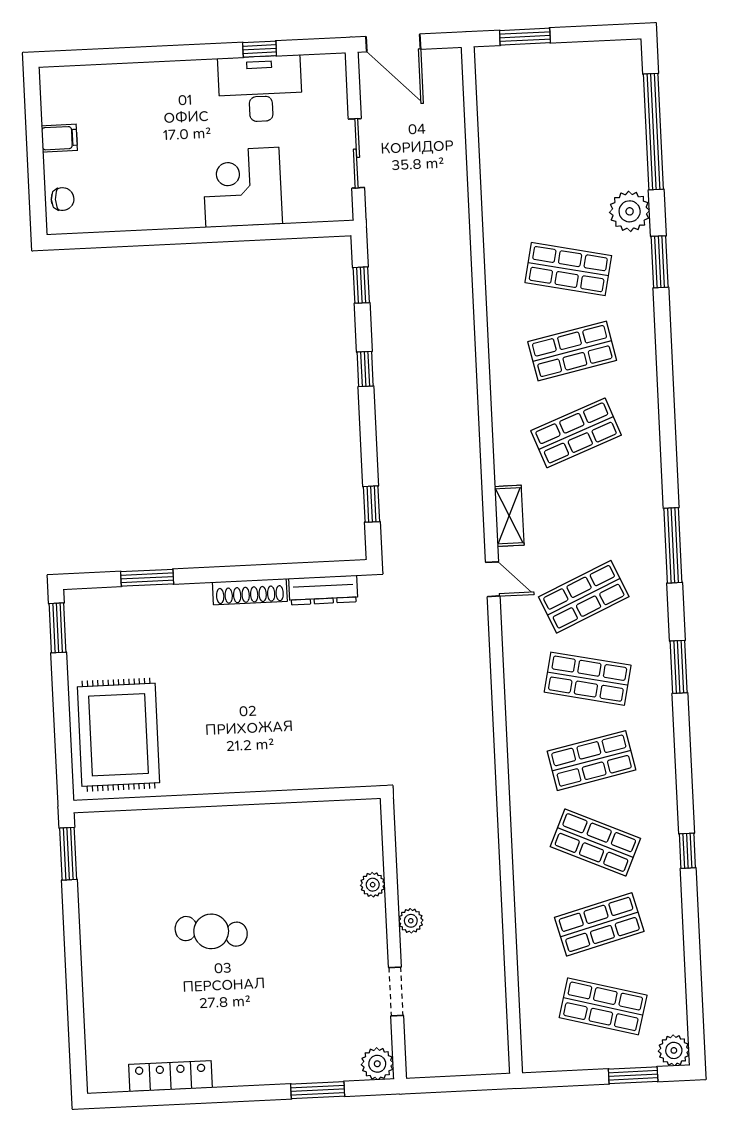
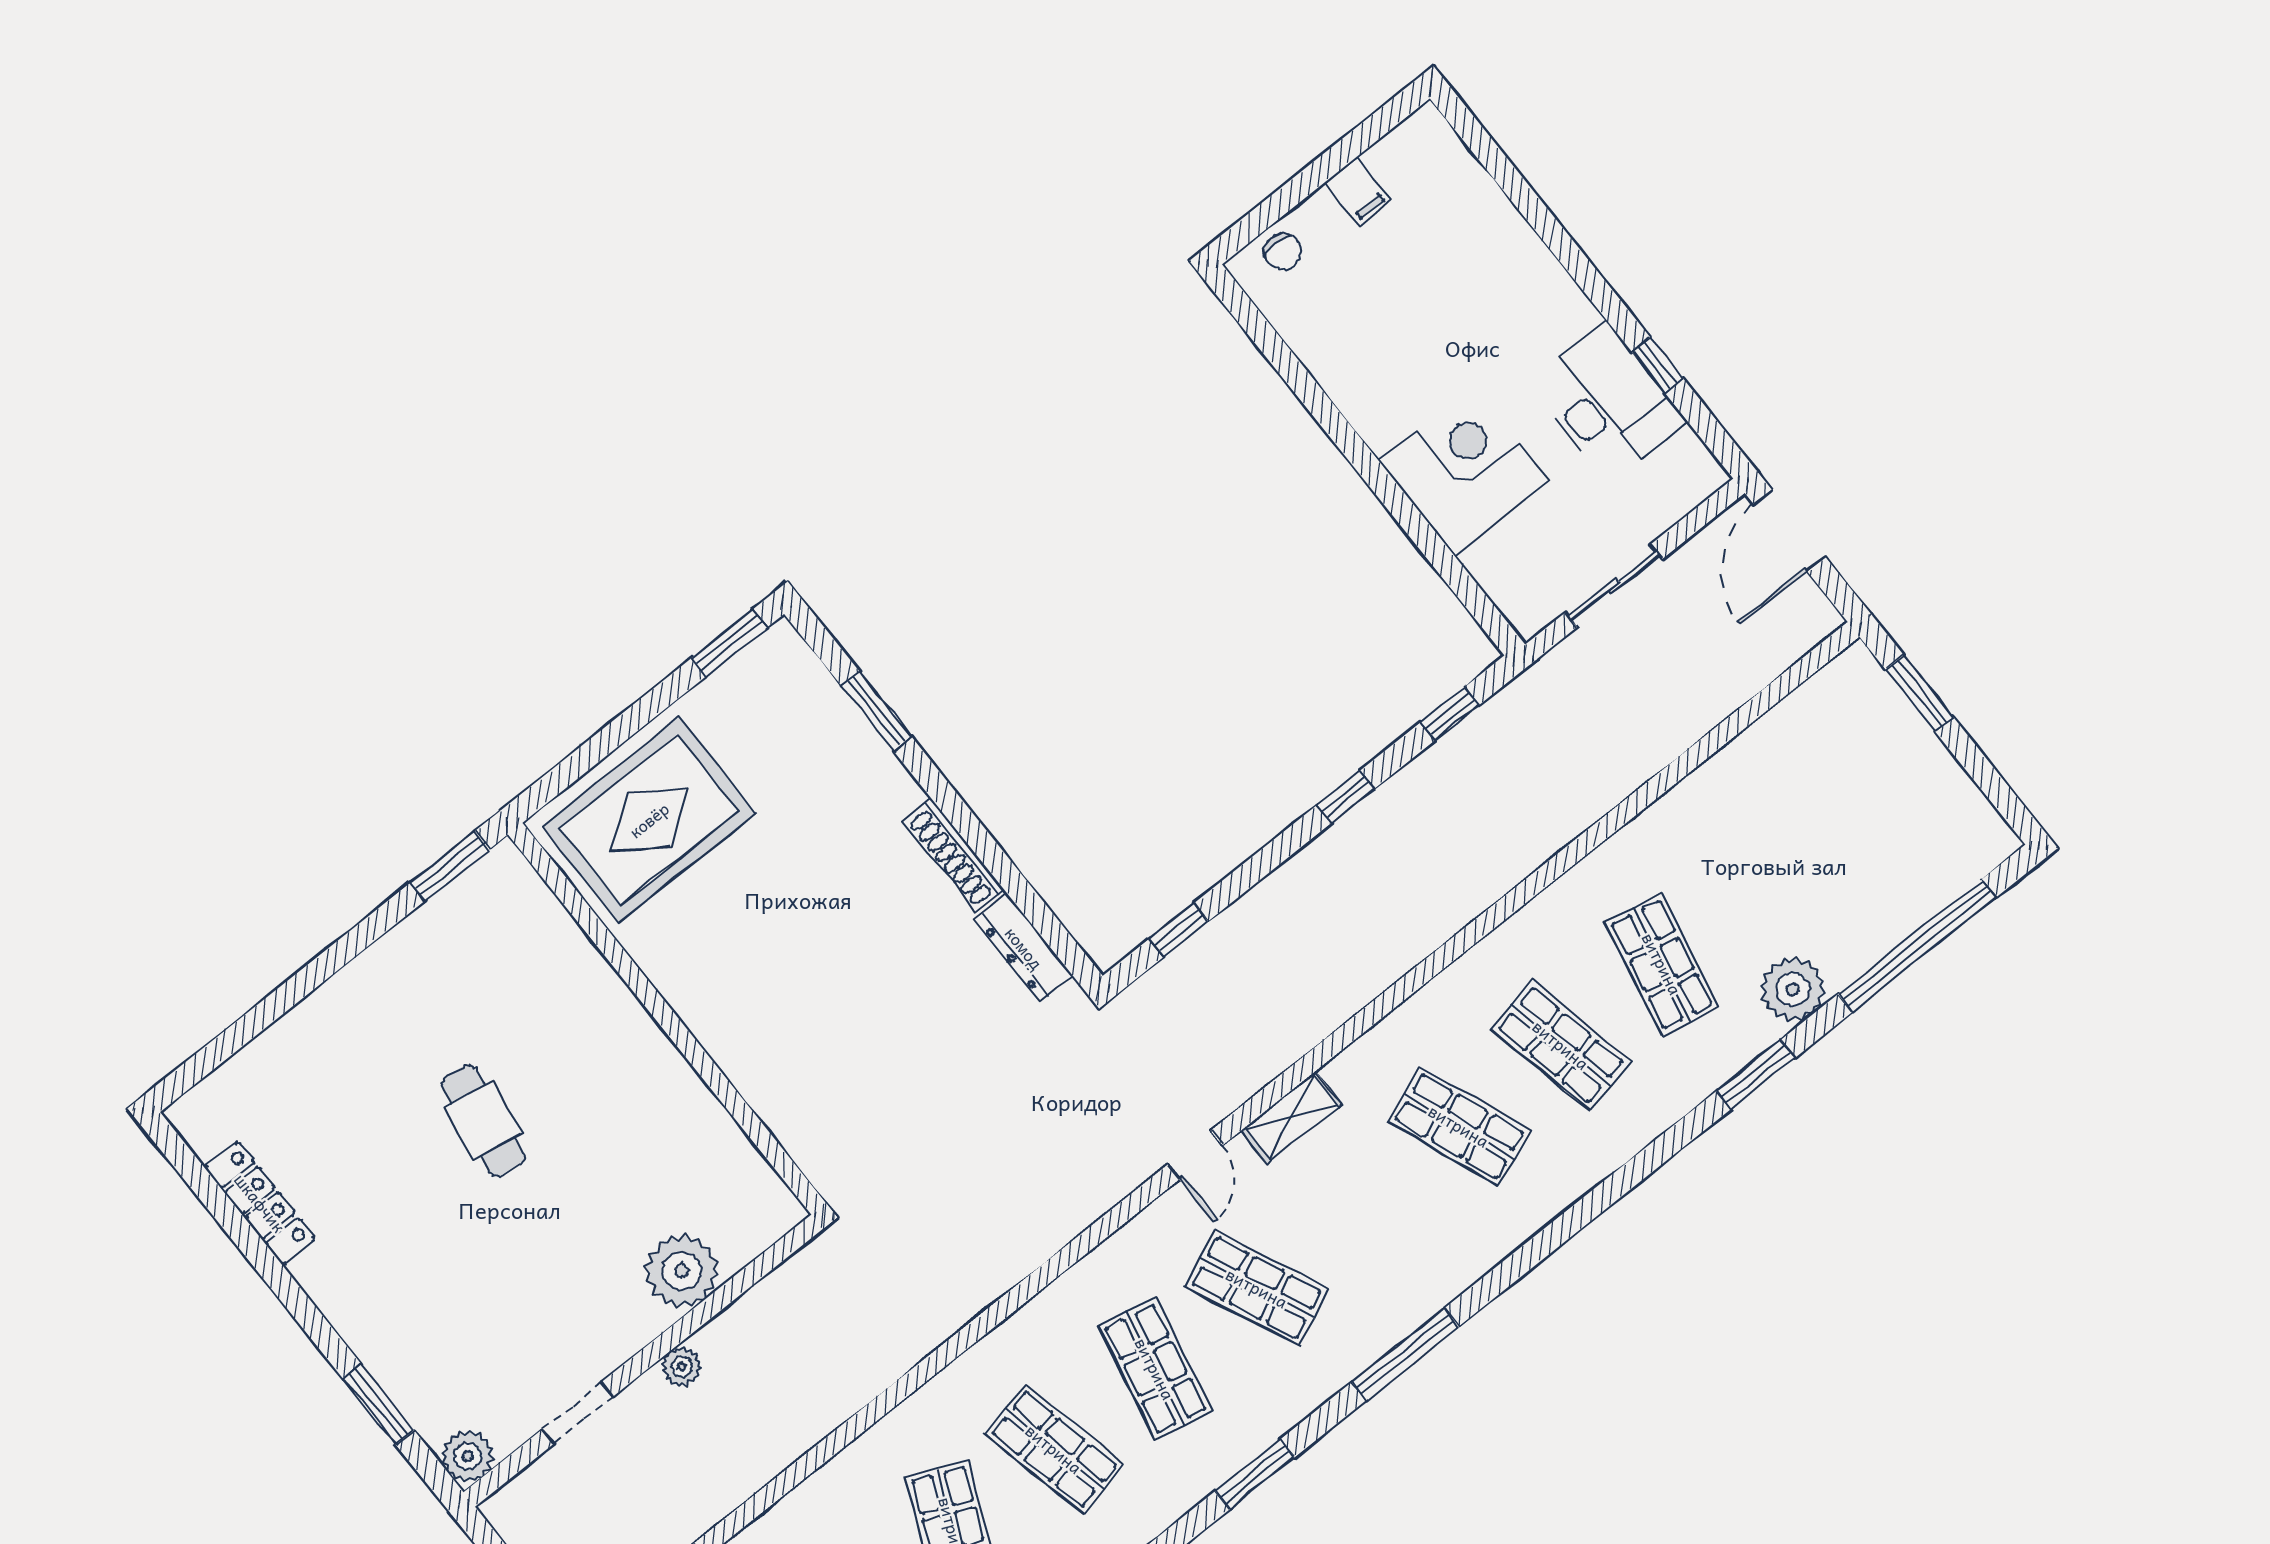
plant: (373, 885) -> (682, 1271), width x1.87, depth x1.87

